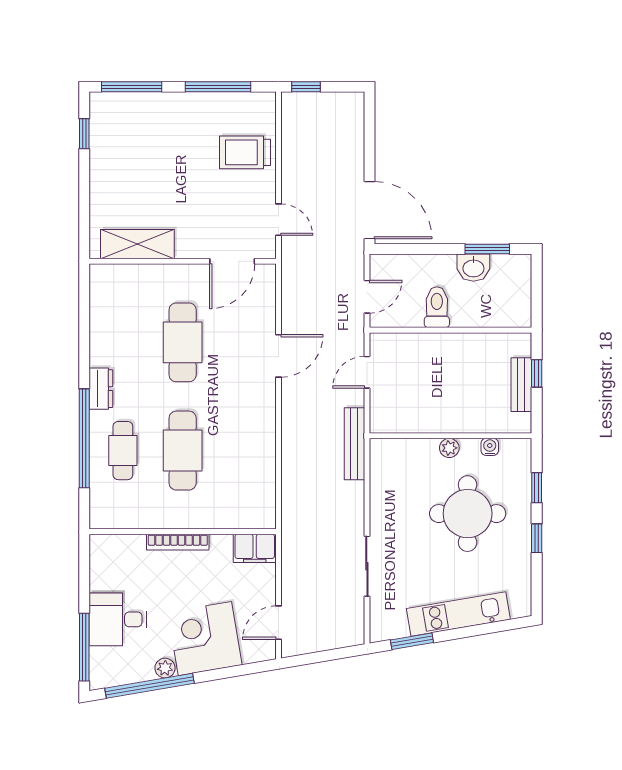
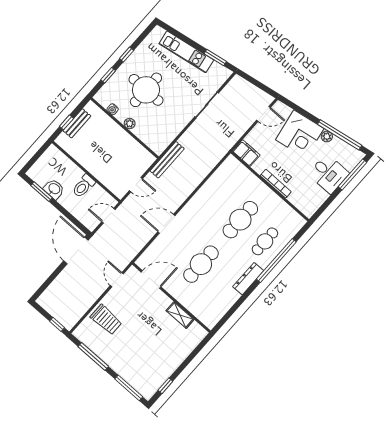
shelving: (137, 244) -> (180, 315), width x0.67, depth x0.75
dresser: (101, 389) -> (248, 279), width x1.44

